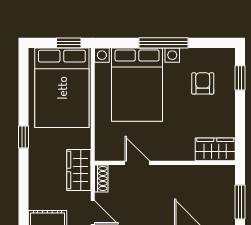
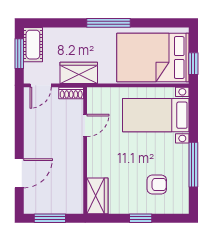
window: (164, 43) -> (193, 165), moved
window: (240, 78) -> (141, 218), moved
bed with nightstands: (137, 85) -> (156, 115), width x0.73
window: (23, 137) -> (109, 23), width x2.17

